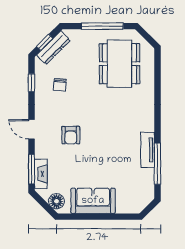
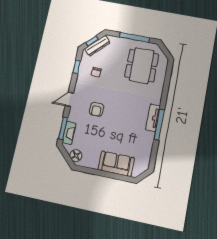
door: (32, 129) -> (69, 99), hinge flipped
tv unit: (148, 150) -> (153, 118), moved
window: (157, 164) -> (159, 125), moved
sofa: (93, 201) -> (116, 164), moved

